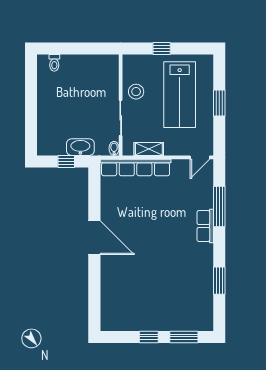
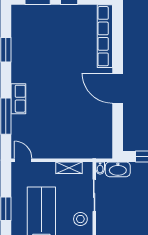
washbasin: (80, 147) -> (118, 169), moved
door: (200, 157) -> (23, 160), hinge flipped
row of seats: (136, 167) -> (105, 36), moved, turned -90

